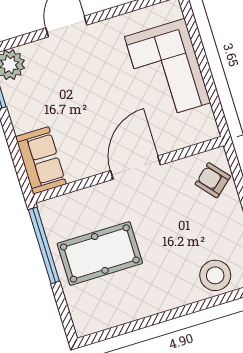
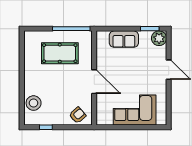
sofa: (41, 160) -> (124, 39), moved
pool table: (100, 253) -> (60, 53), turned 90

